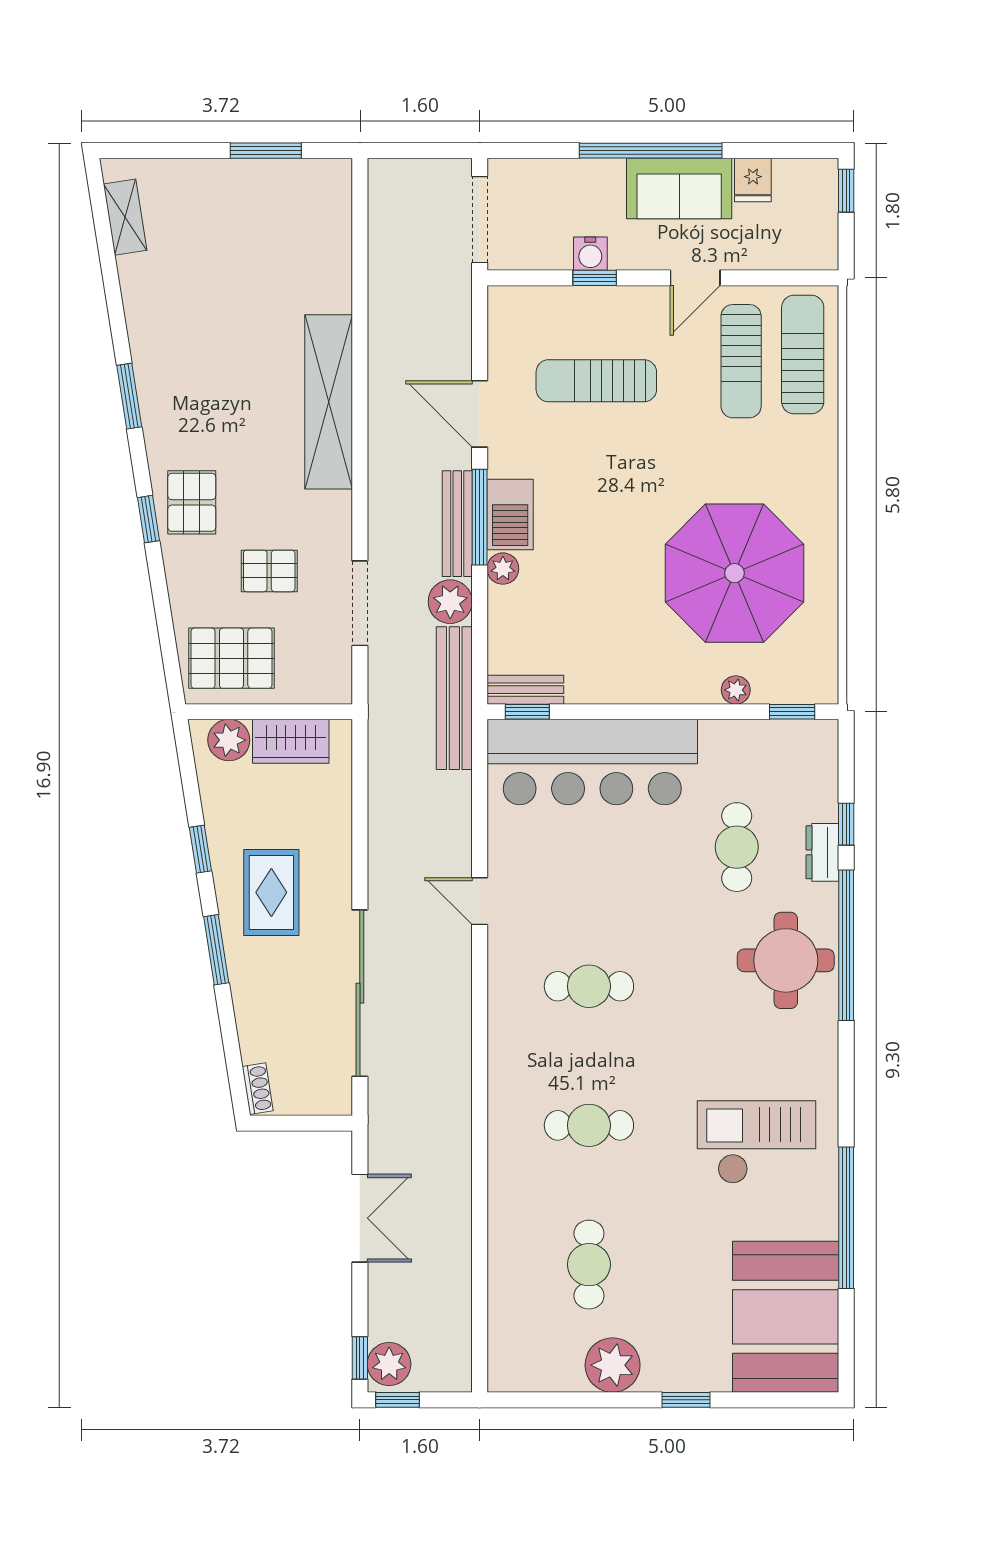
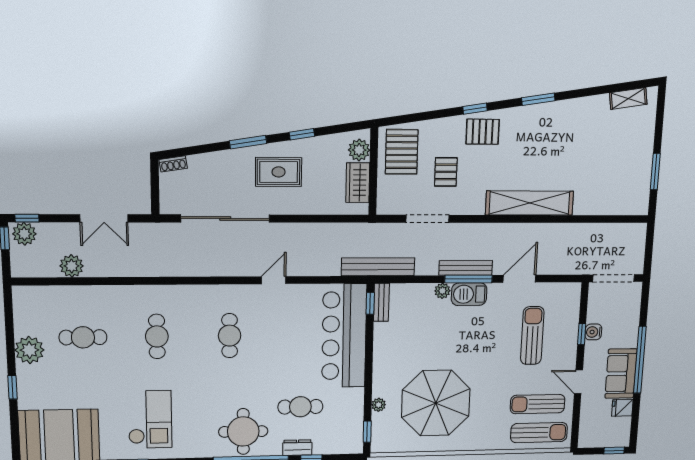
plant: (450, 602) -> (72, 266), moved

